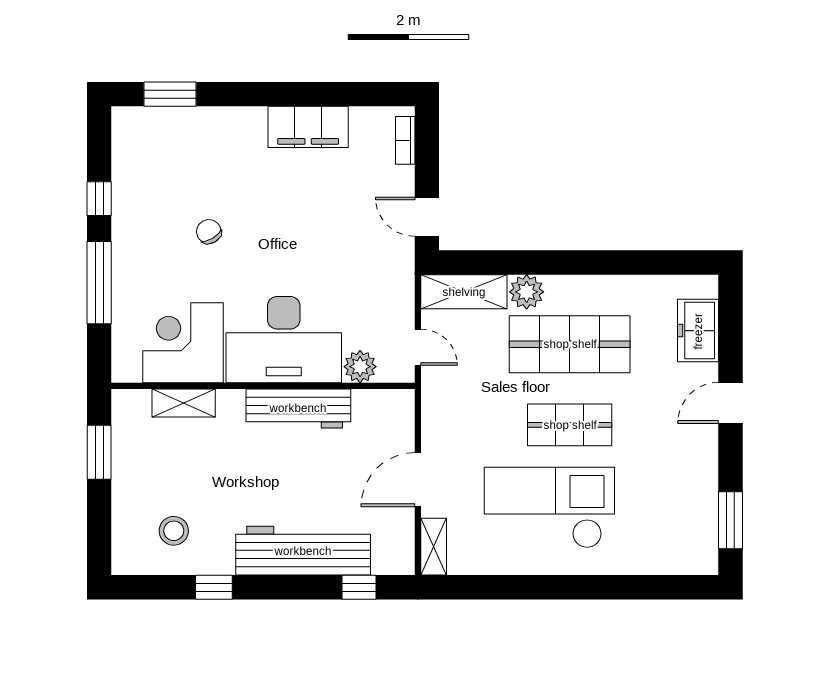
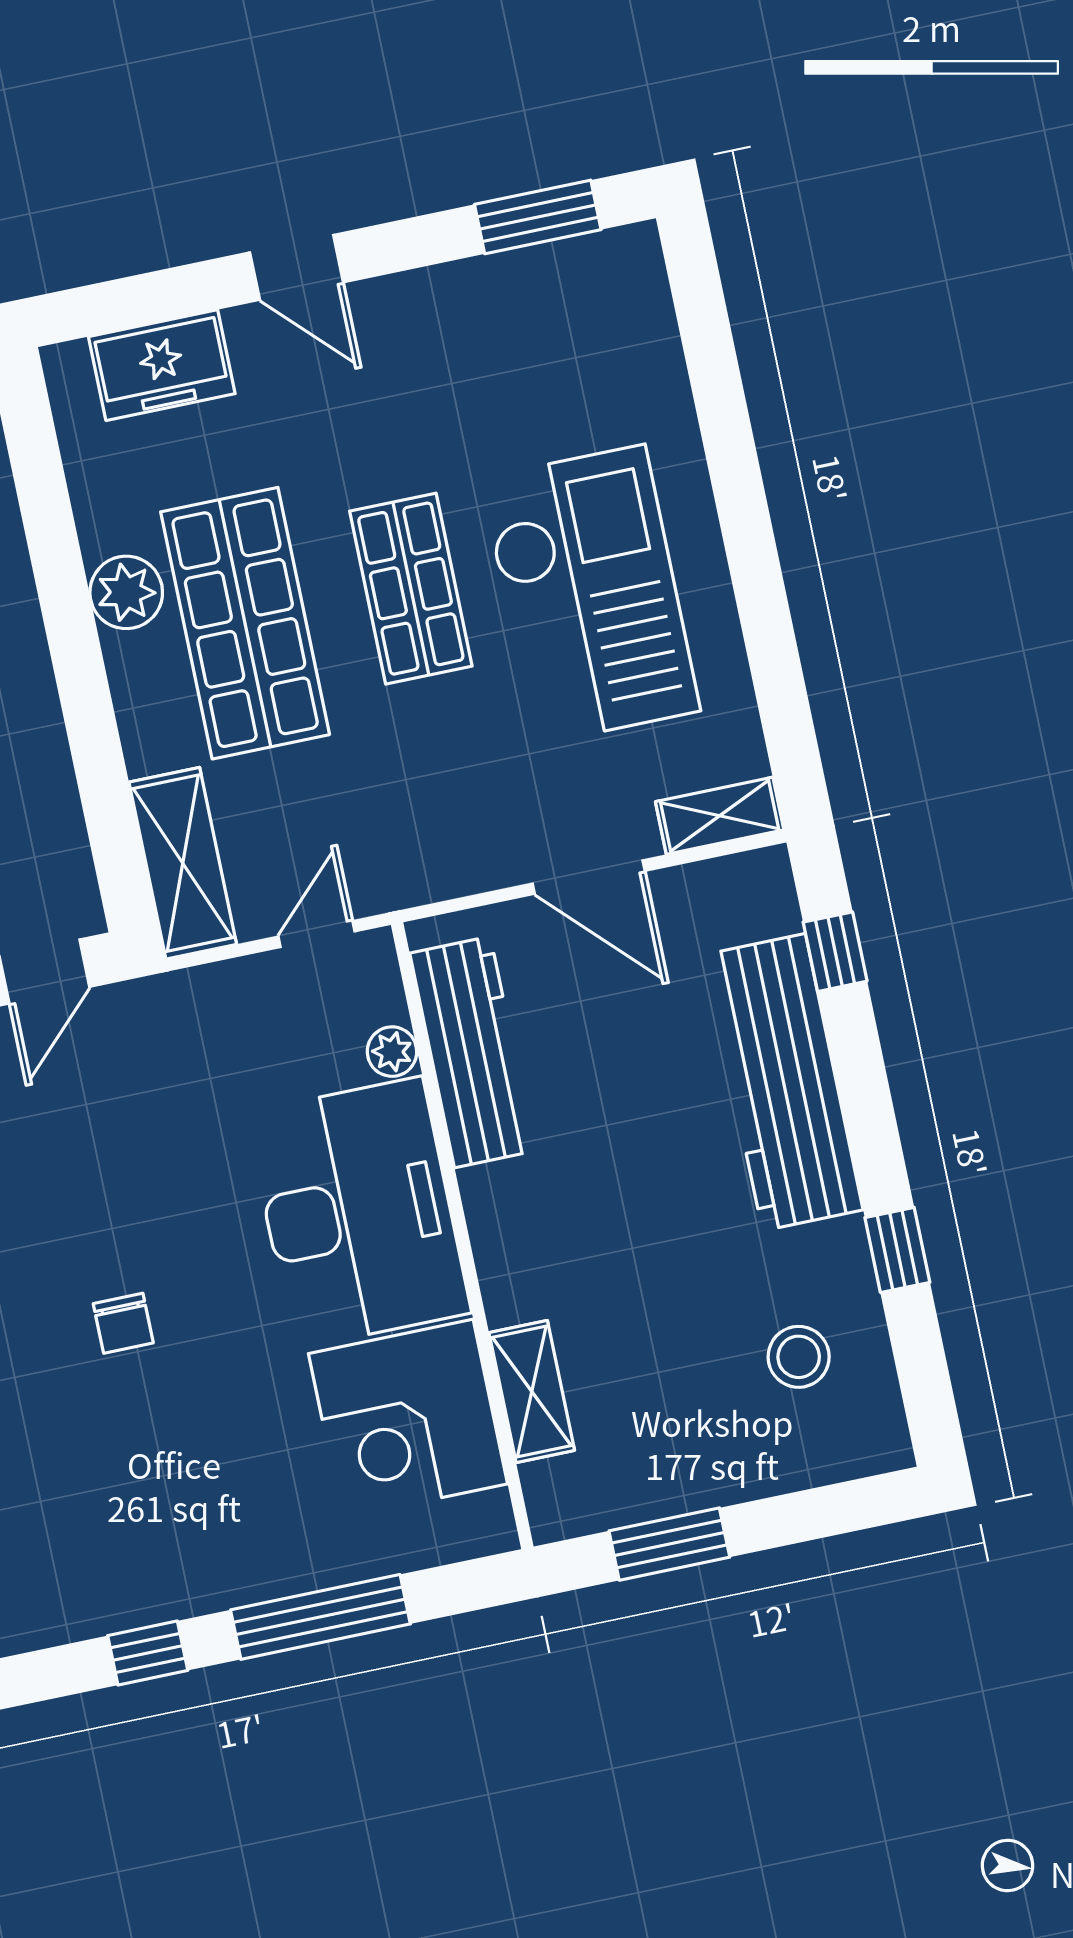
chair: (209, 232) -> (123, 1323), moved, turned -59
plant: (527, 292) -> (126, 592), moved
plant: (360, 367) -> (392, 1052), width x0.73, depth x0.73
workbench: (298, 408) -> (472, 1052), moved
checkout: (549, 508) -> (590, 595), turned 180

